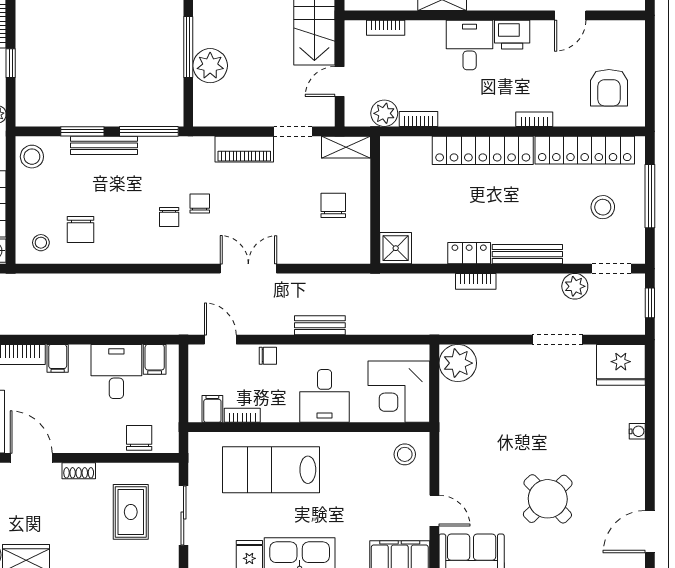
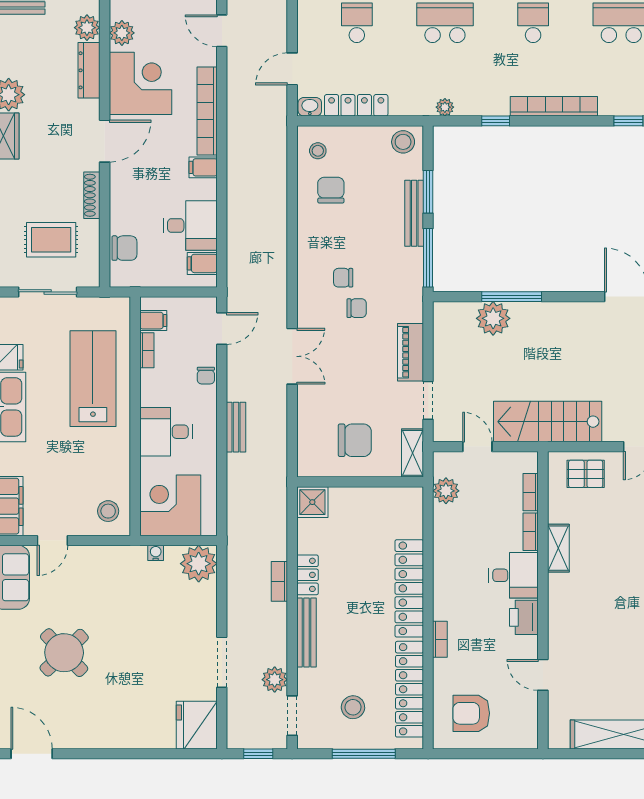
bookcase: (419, 119) -> (531, 532), moved, turned 180
chair: (333, 205) -> (355, 440), width x1.37, depth x1.37
chair: (81, 229) -> (331, 190), turned 90
water cooler: (637, 431) -> (156, 553), moved, turned 180
shoe rack: (79, 471) -> (92, 195), width x1.43

